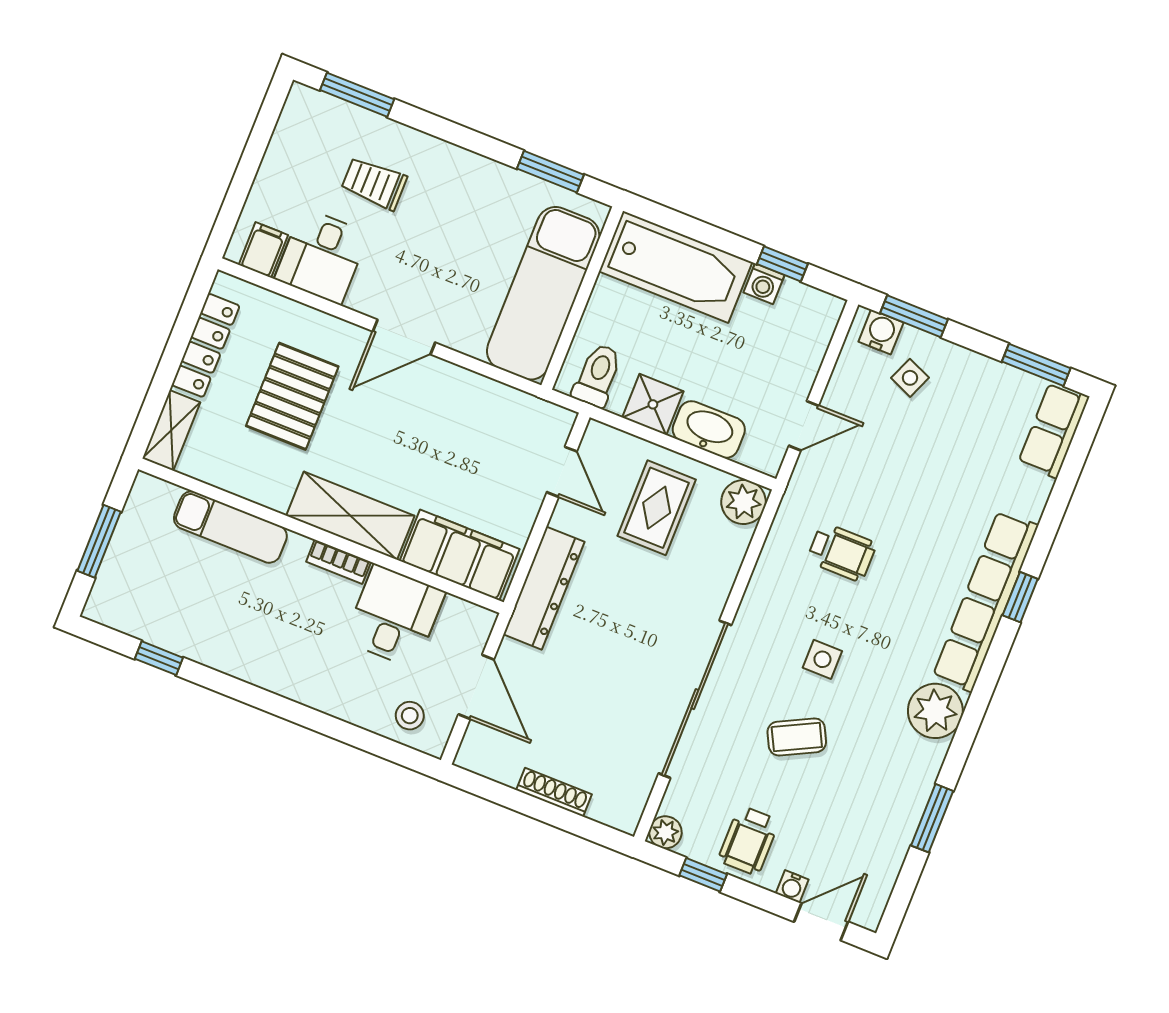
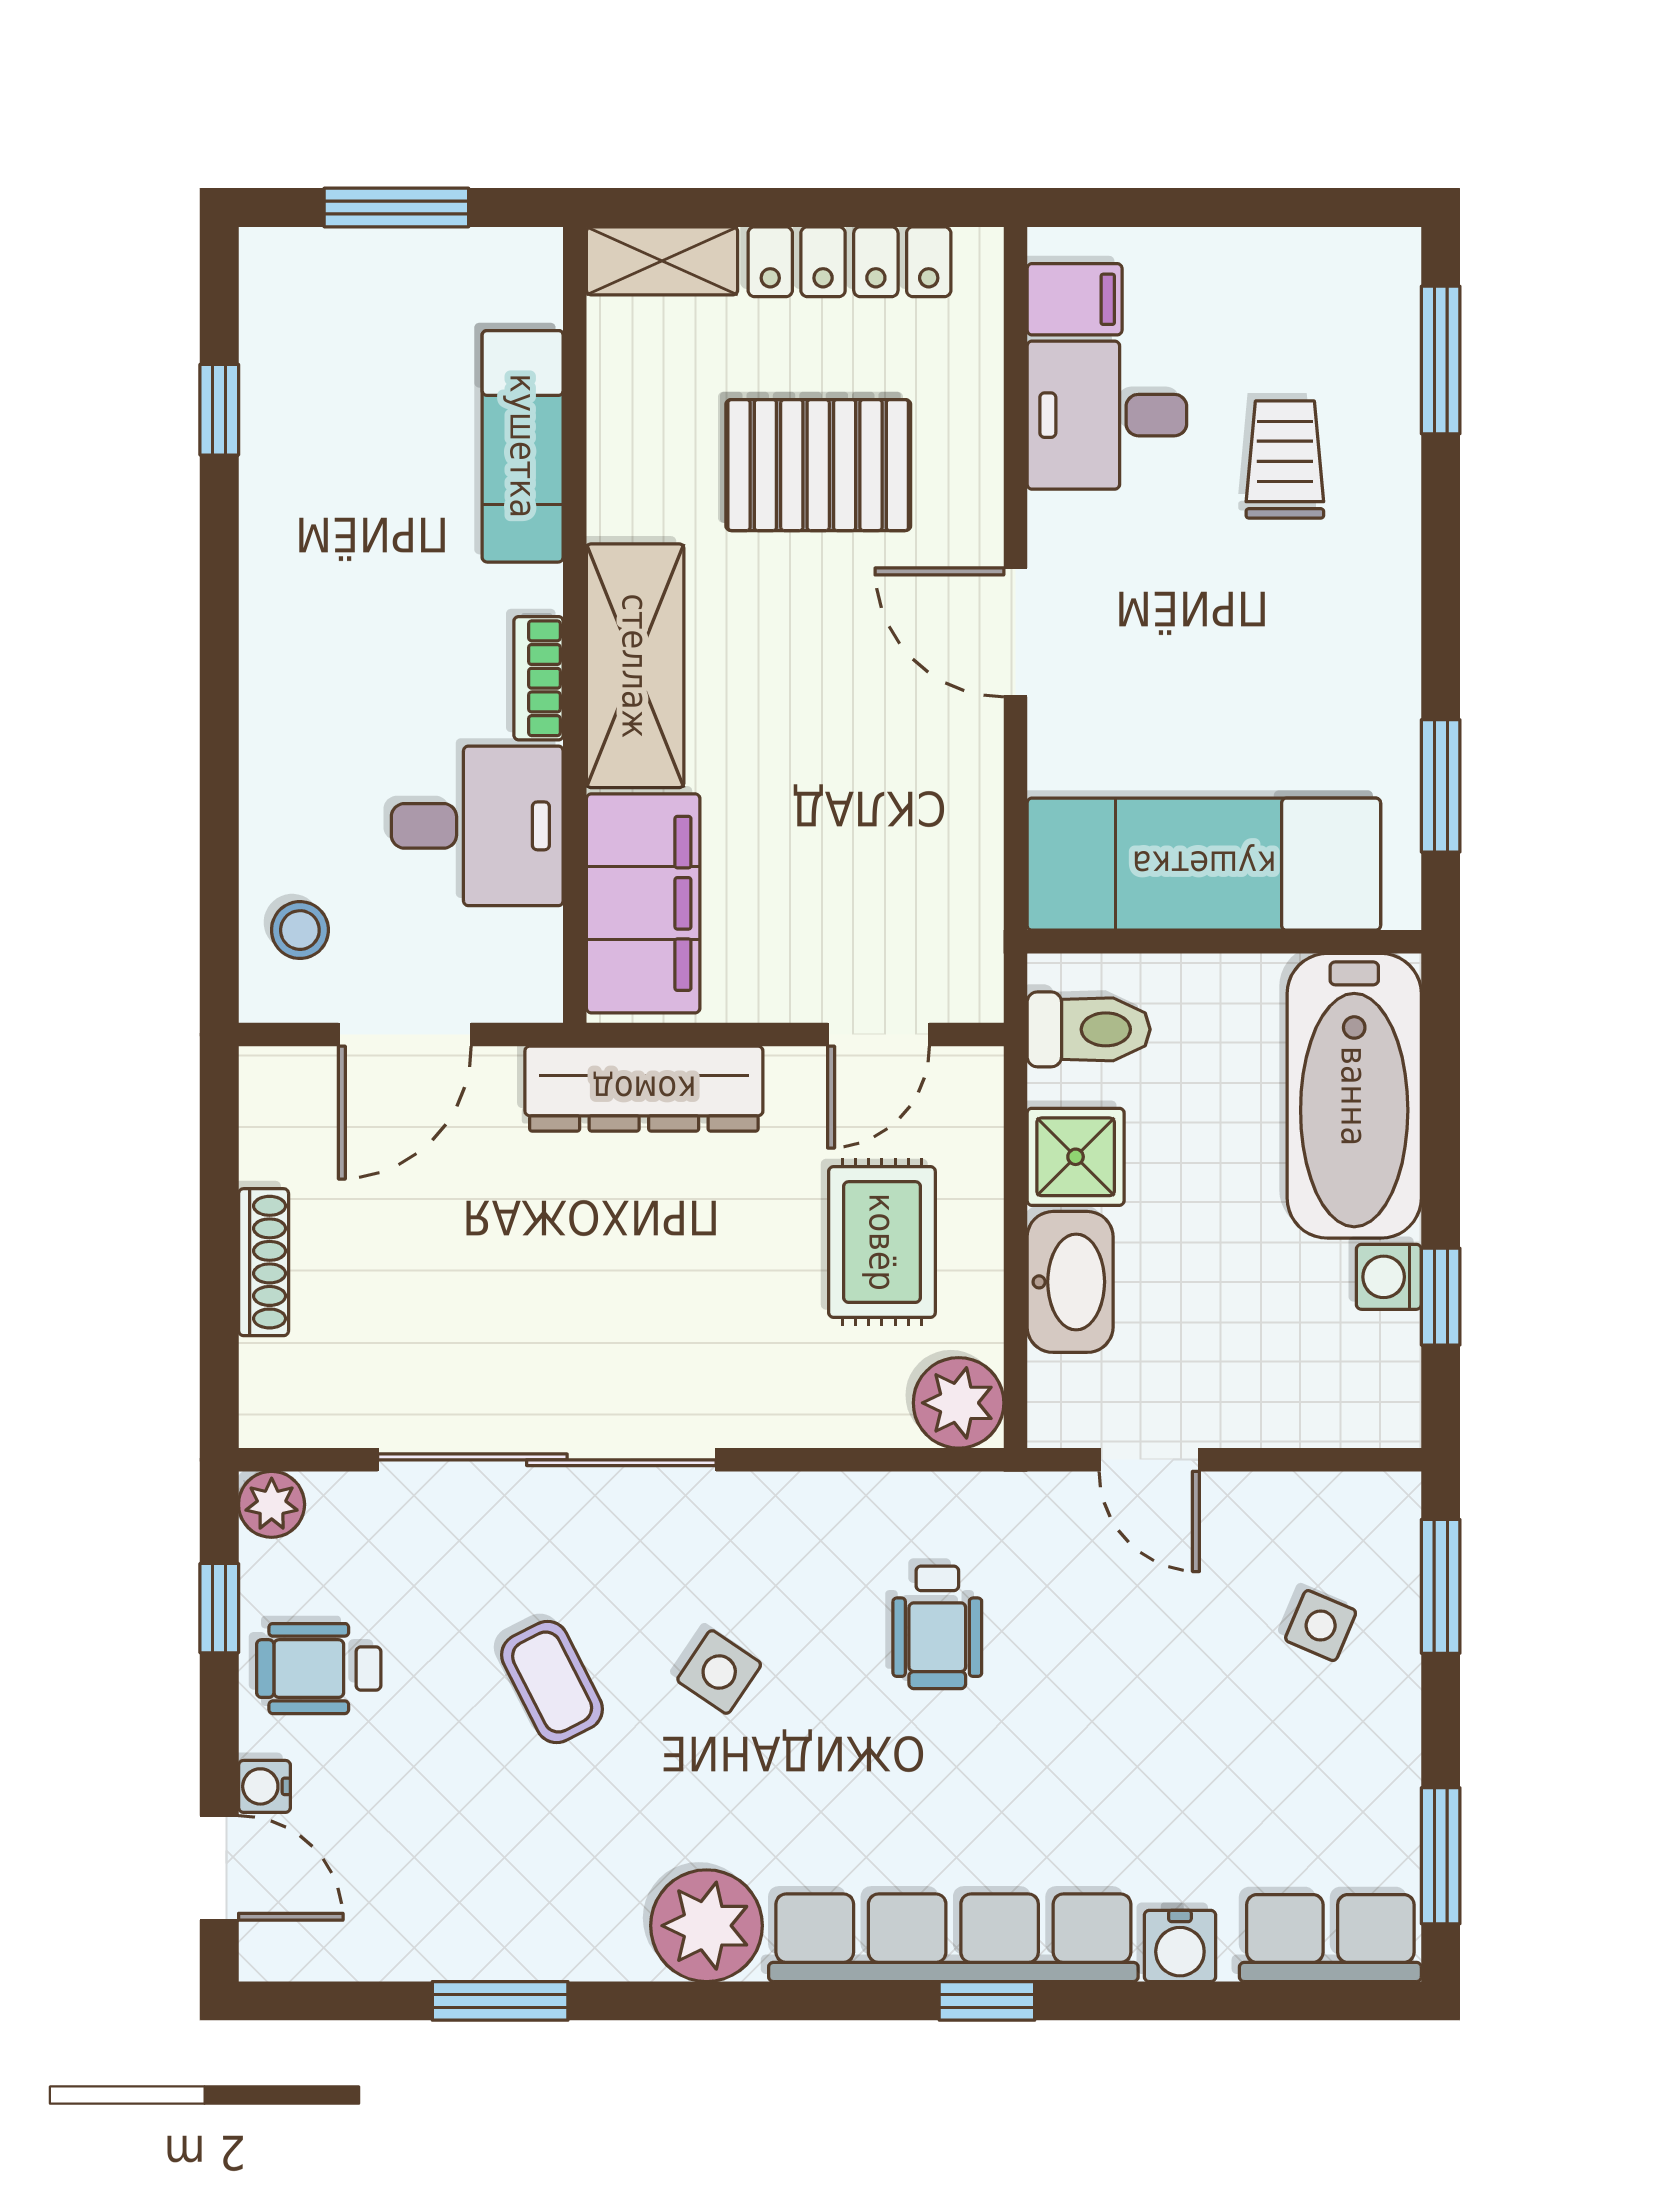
water cooler: (881, 332) -> (1180, 1946), moved, turned 90
rug: (657, 508) -> (882, 1242), turned 90
side table: (822, 659) -> (719, 1672), turned 34

